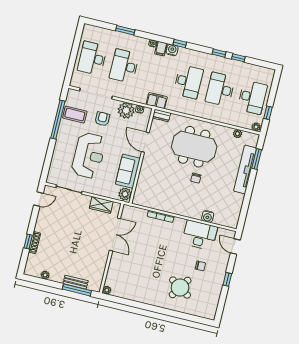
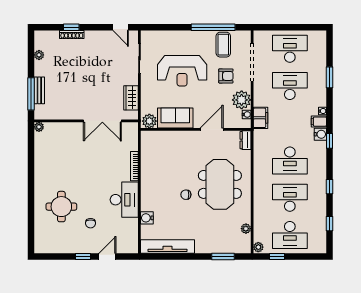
window: (238, 58) -> (329, 224), moved
filing cabinet: (157, 101) -> (260, 118), moved
tv unit: (245, 169) -> (168, 246), moved
desk: (200, 235) -> (124, 200), moved
door: (235, 247) -> (107, 256), moved
round table: (180, 288) -> (61, 207), turned -33

